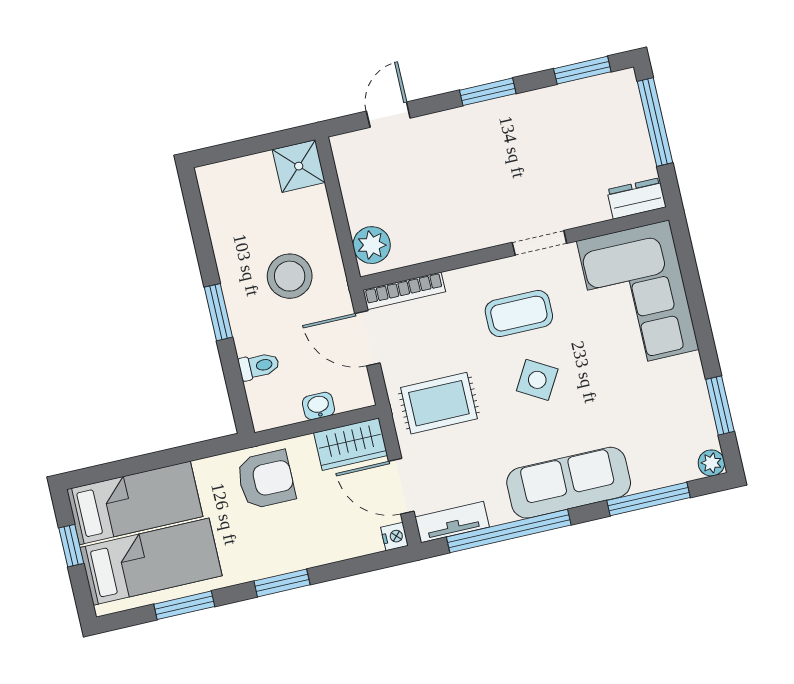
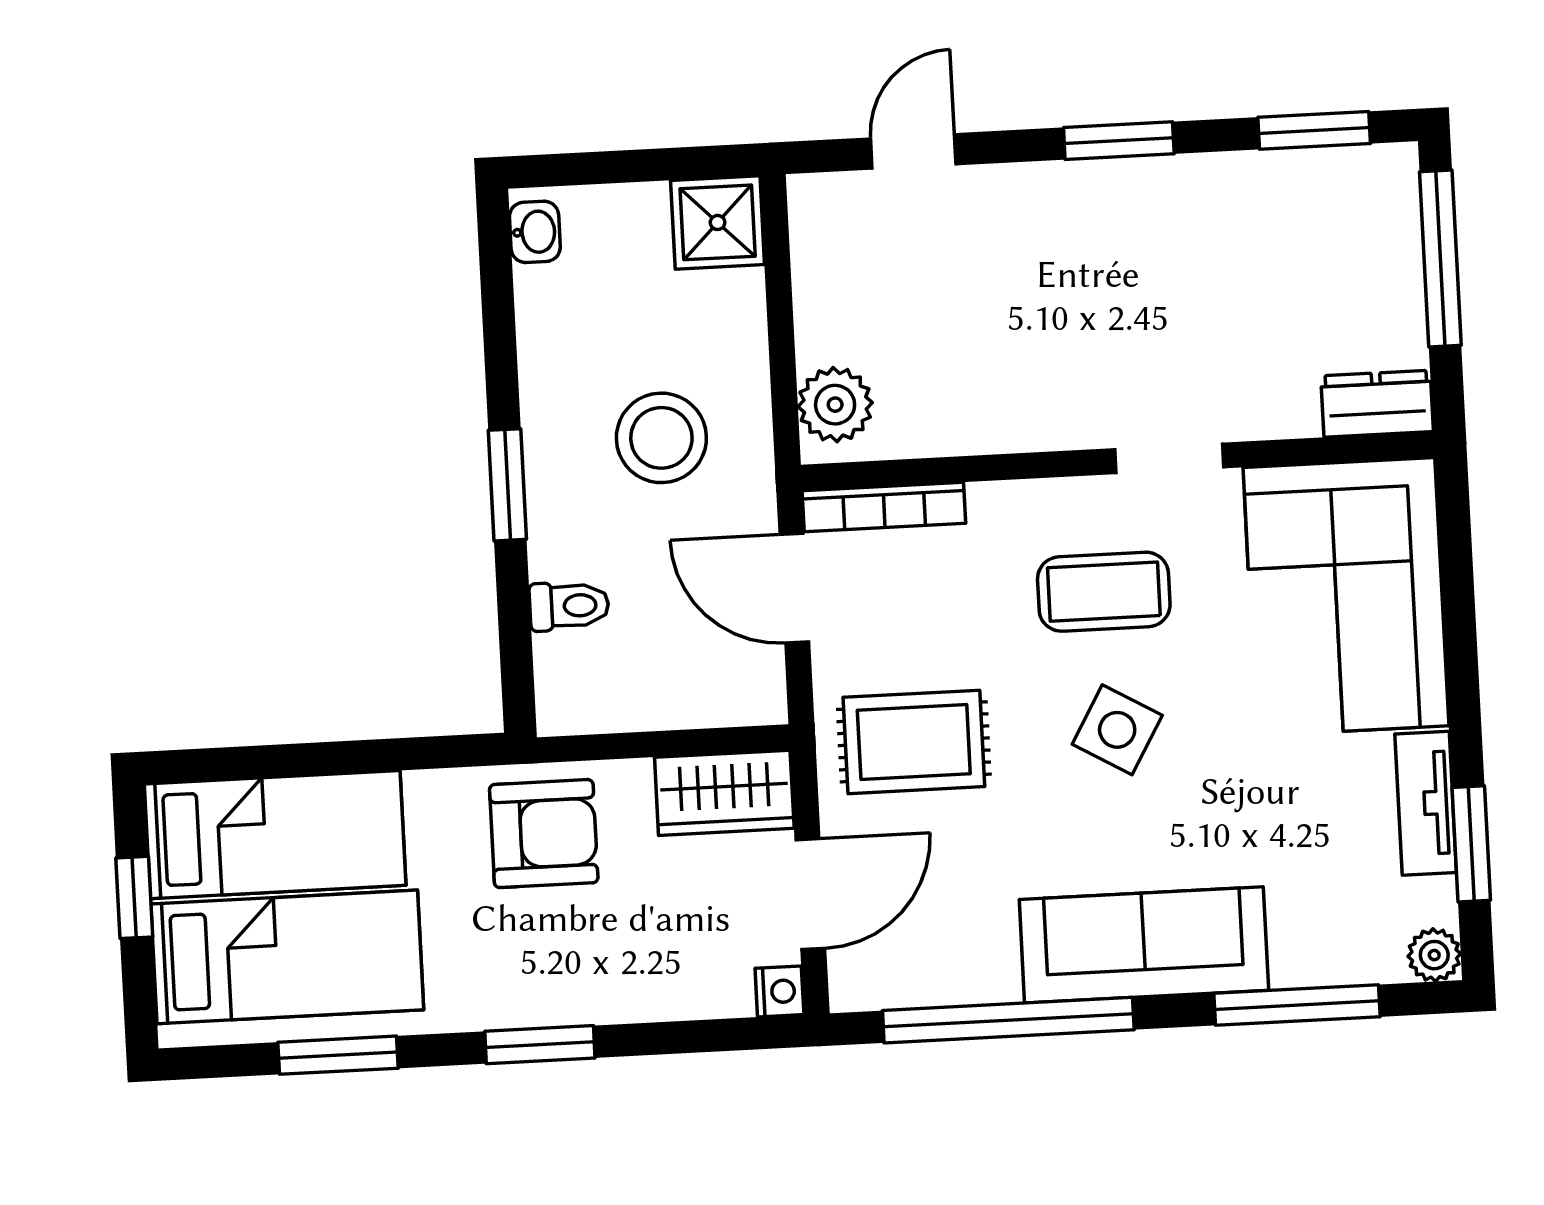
washbasin: (318, 406) -> (535, 232), moved, turned 90
door: (401, 486) -> (810, 894), swing flipped
tv unit: (452, 522) -> (1426, 803), moved, turned -90

